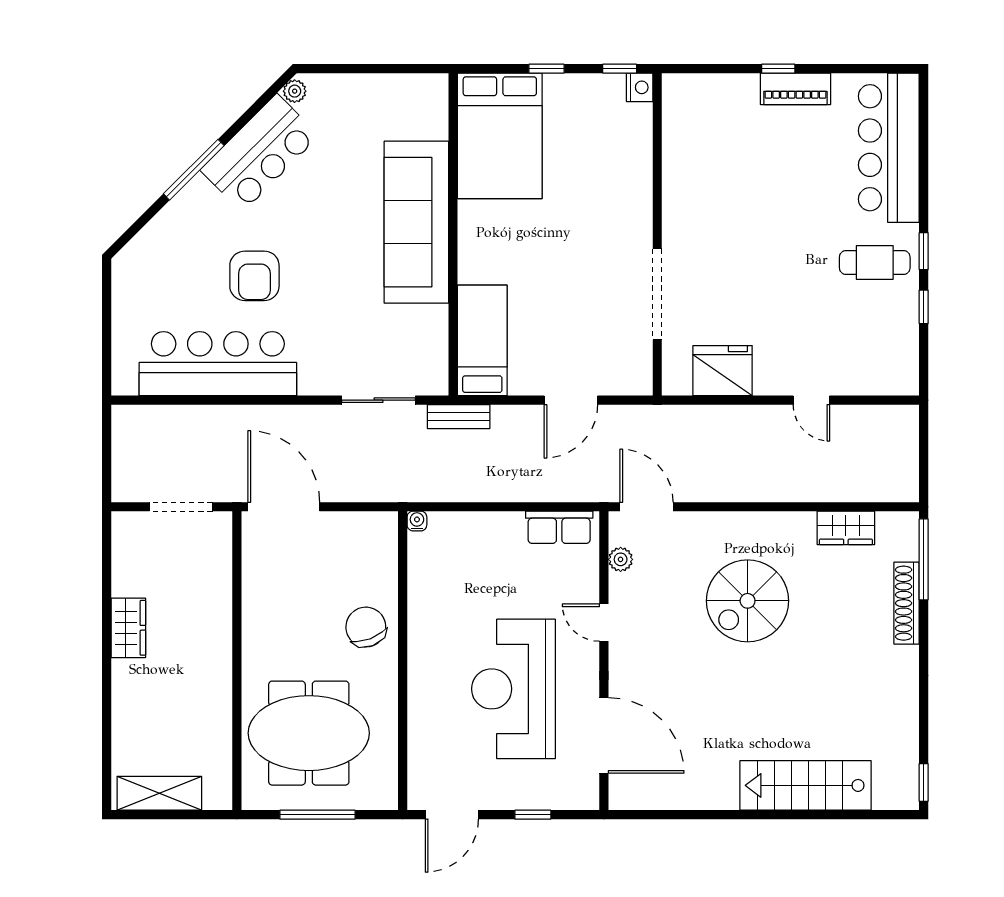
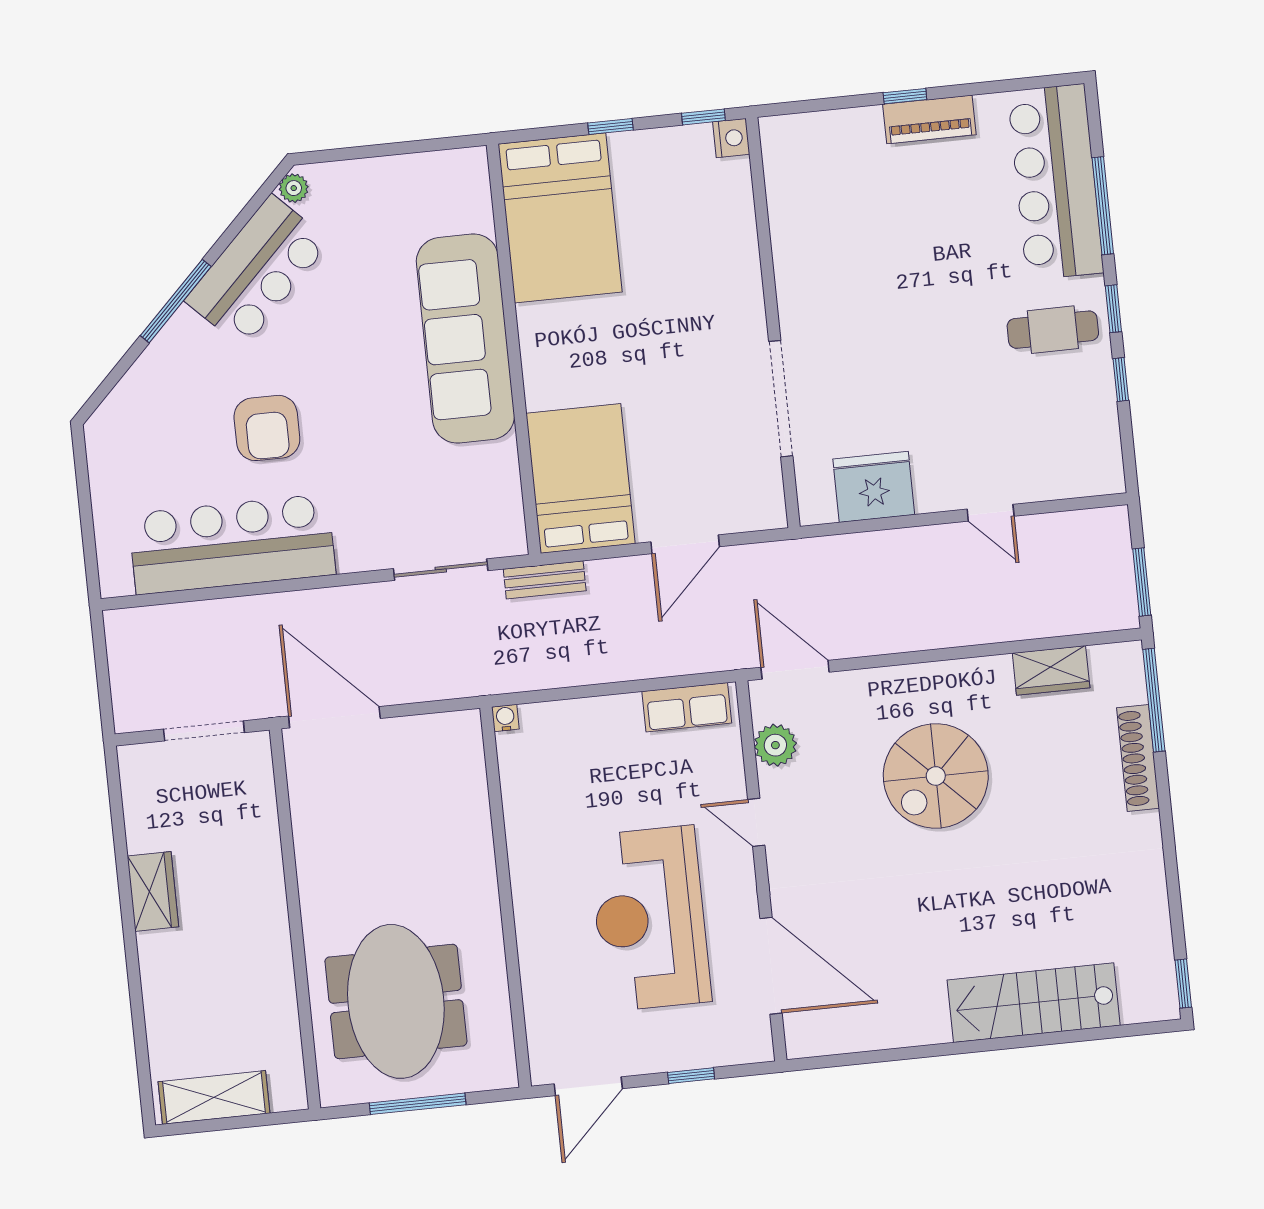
window: (924, 170) -> (1103, 206), added
bed: (482, 340) -> (580, 478), width x1.50
window: (924, 466) -> (1142, 582), added
plant: (621, 559) -> (775, 745), width x1.38, depth x1.38
chair: (366, 627) -> (454, 859), removed
meeting table: (309, 733) -> (396, 1001), turned 90

